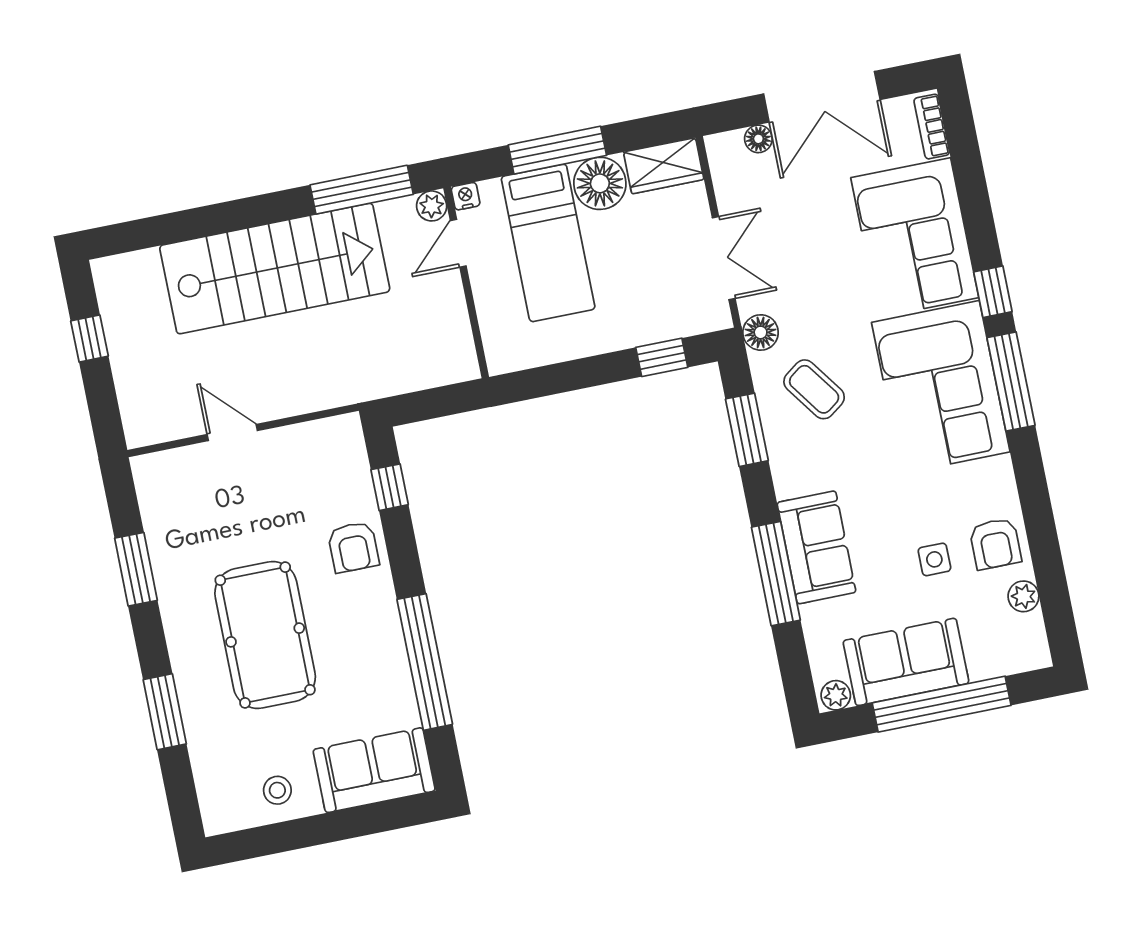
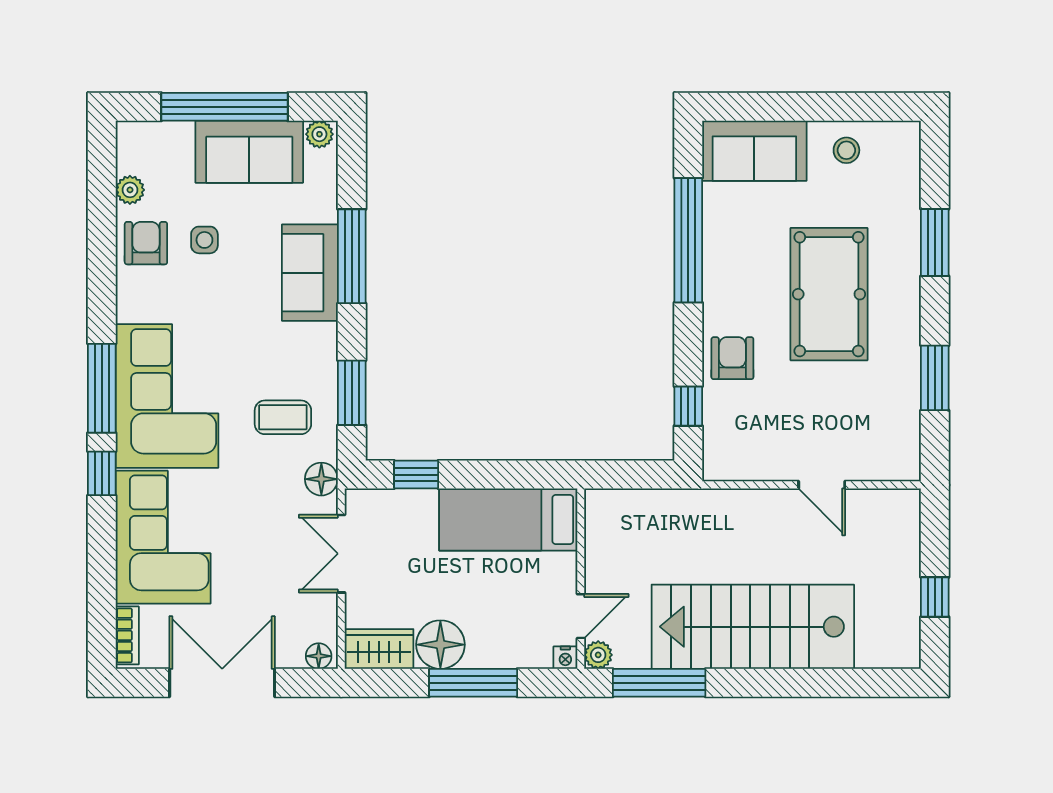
floor lamp: (758, 139) -> (319, 656), moved
bed: (548, 243) -> (508, 520), moved, turned -90
coffee table: (814, 389) -> (283, 417), turned -54

